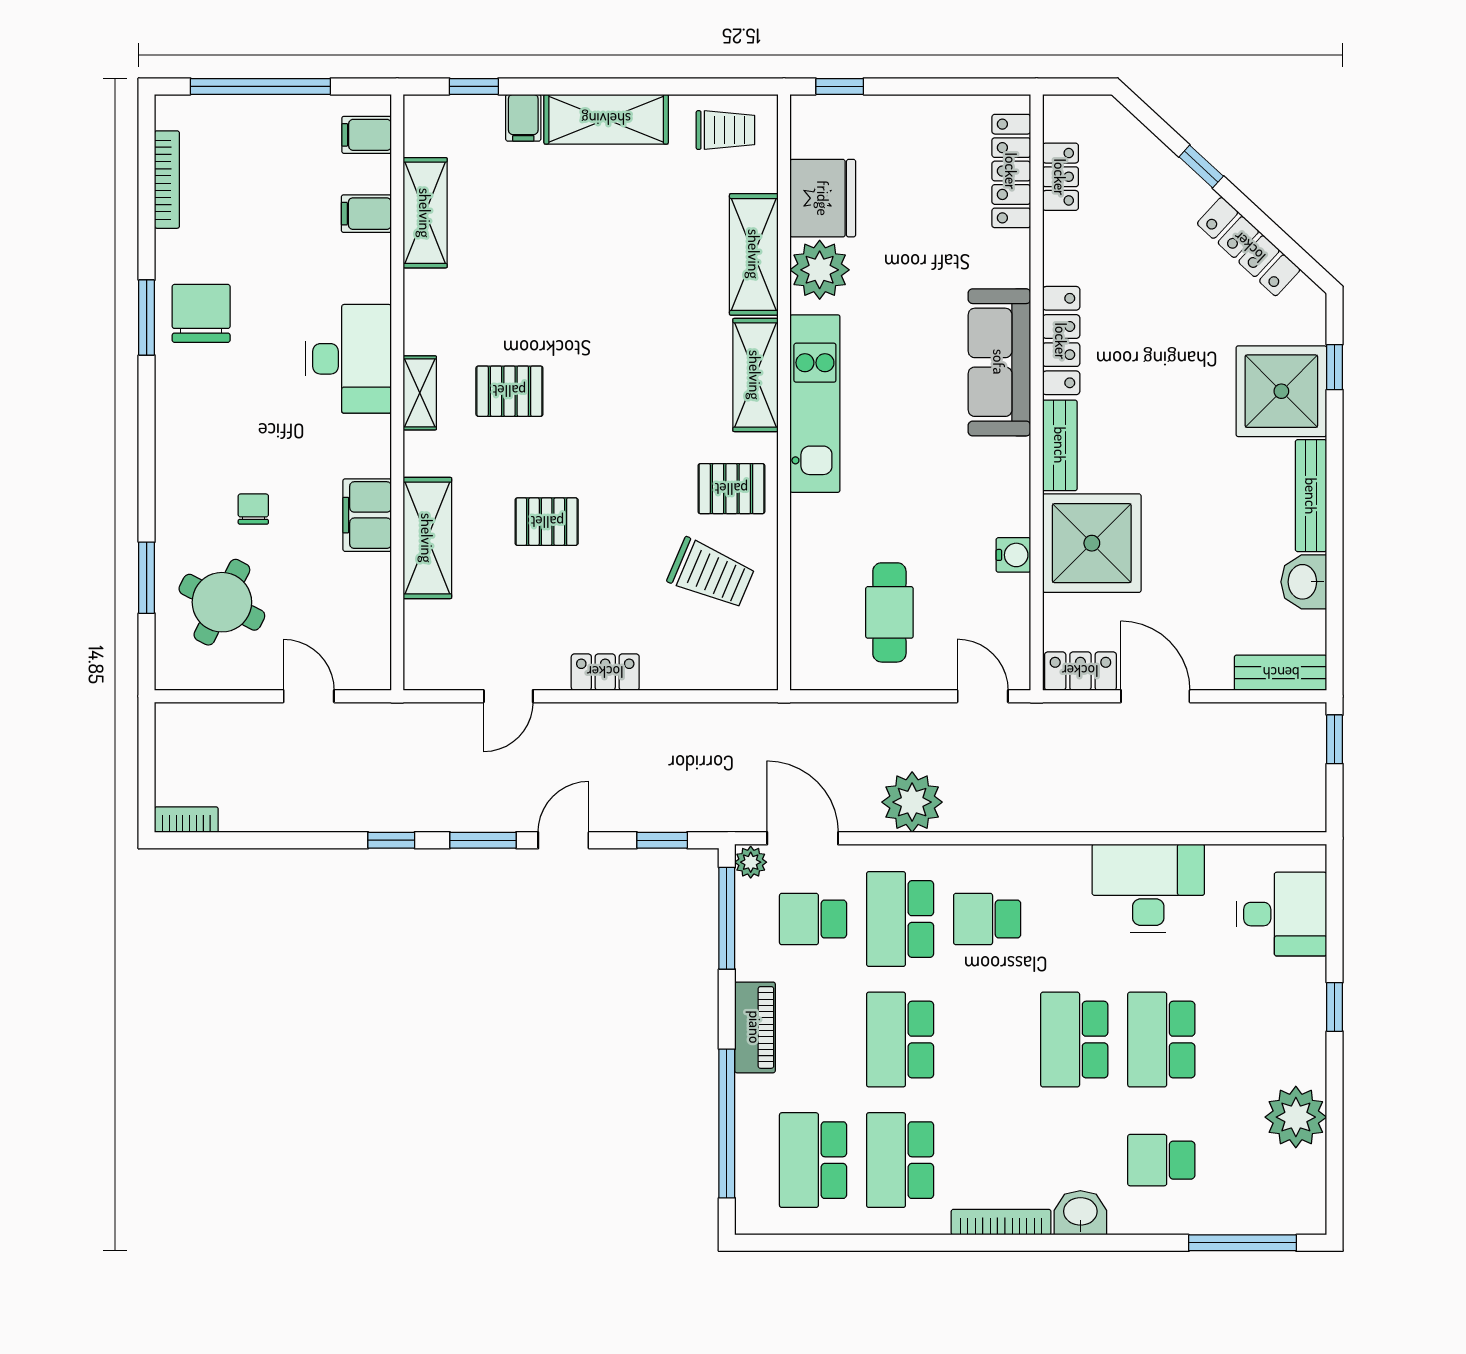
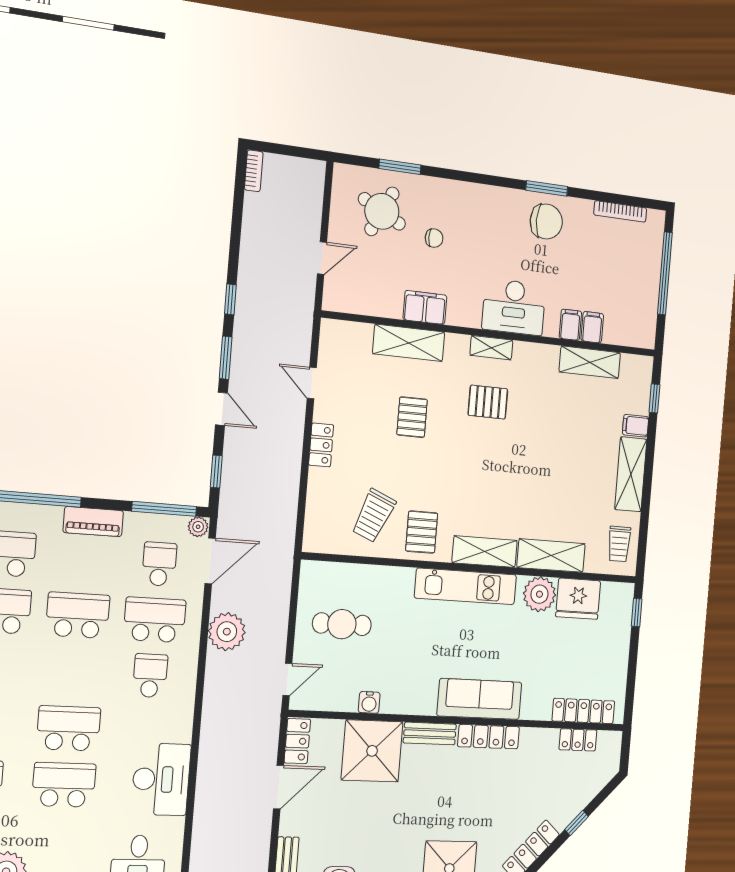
filing cabinet: (367, 135) -> (570, 325), moved
pallet: (509, 391) -> (488, 402), turned 90

